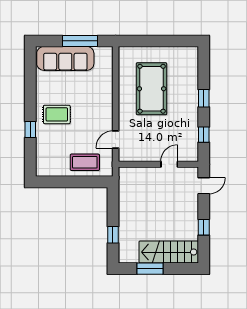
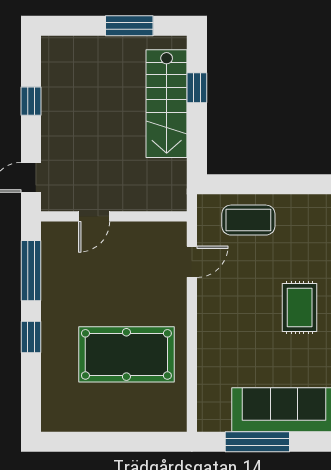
pool table: (152, 89) -> (126, 354), turned 90
rug: (57, 114) -> (300, 307), turned 90
window: (204, 135) -> (31, 271), width x2.17
stairs: (169, 252) -> (167, 104), moved, turned 90

